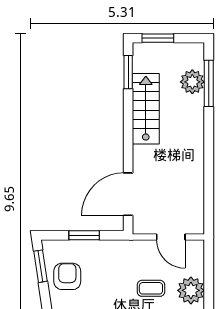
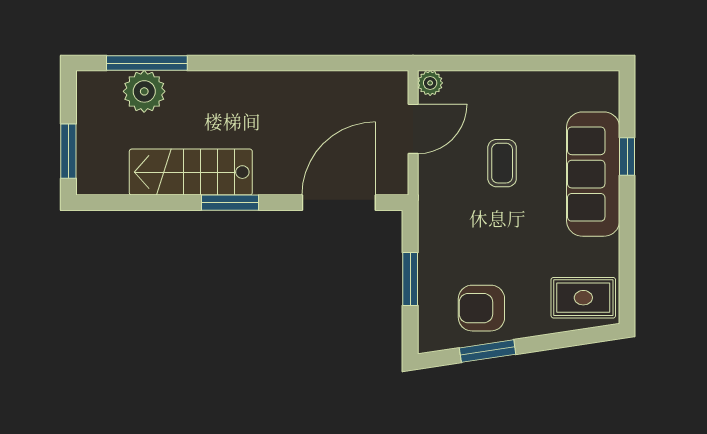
window: (128, 72) -> (230, 203), moved
door: (128, 194) -> (339, 203), swing flipped
window: (40, 266) -> (488, 351), moved
plant: (191, 290) -> (430, 83), moved, width x0.53, depth x0.53

